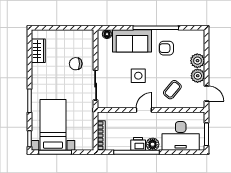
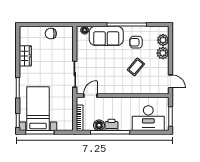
wardrobe: (38, 51) -> (25, 56), moved
chair: (76, 64) -> (51, 34), moved
side table: (138, 76) -> (112, 66), removed
plant: (198, 76) -> (163, 40), moved
coffee table: (172, 90) -> (136, 67), moved
door: (144, 110) -> (90, 96), moved
floor lamp: (153, 144) -> (99, 125), moved

